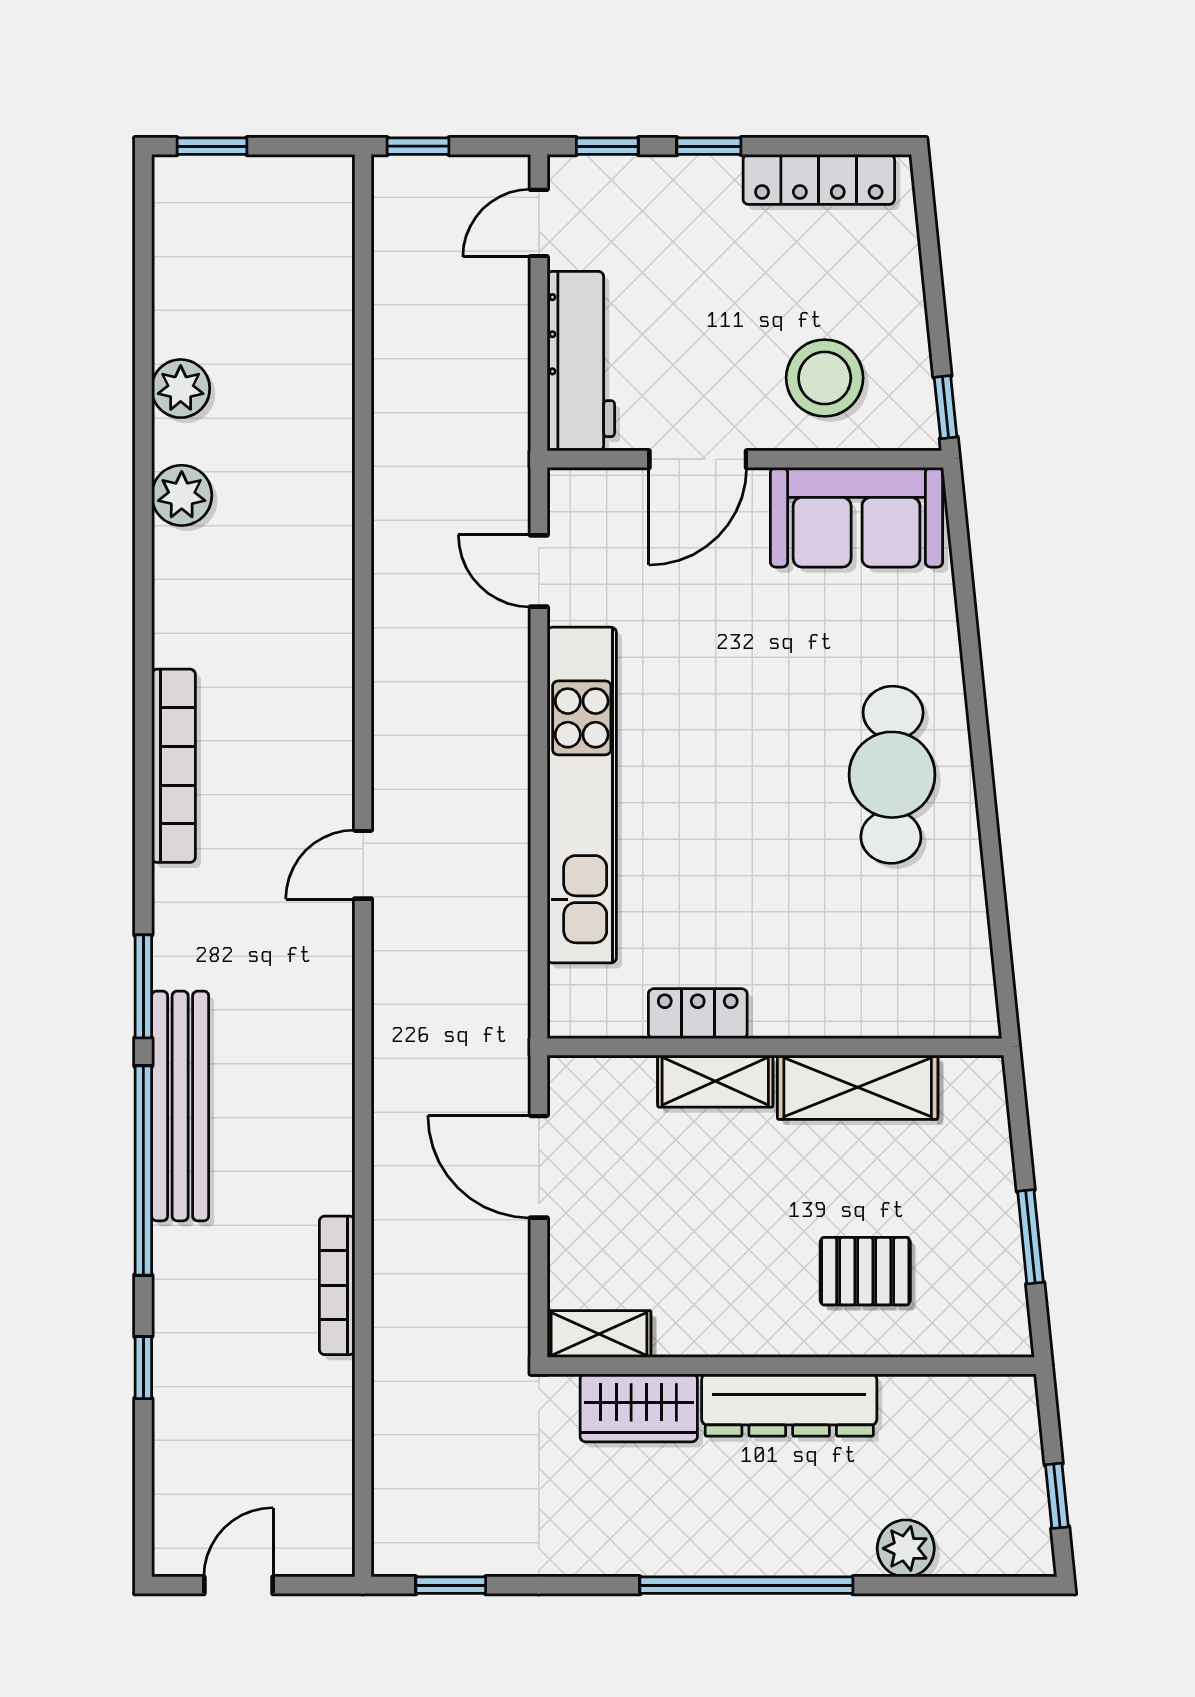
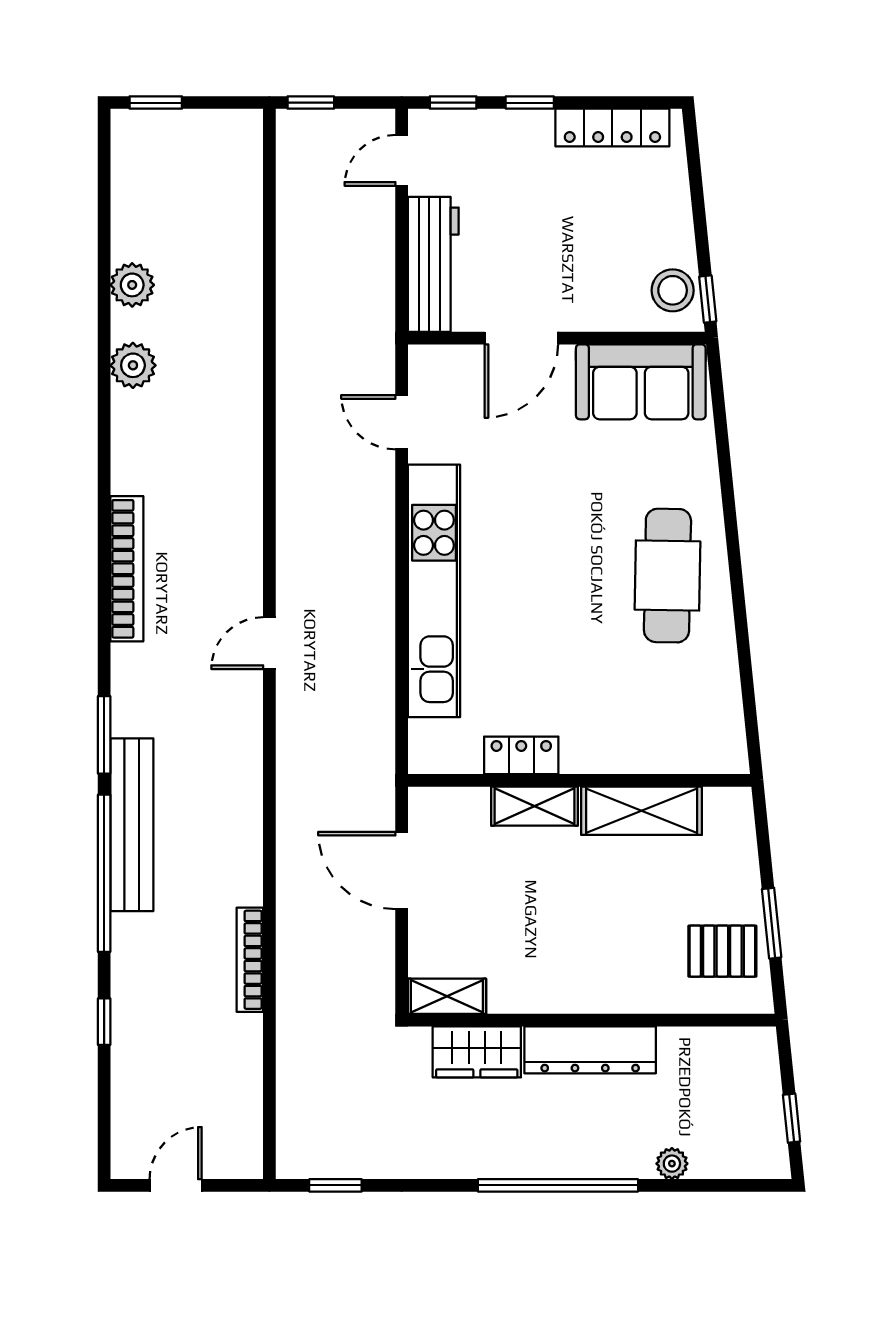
stool: (825, 378) -> (673, 290), moved, width x0.73, depth x0.73
pallet: (865, 1271) -> (722, 951), moved
plant: (906, 1548) -> (672, 1164), width x0.73, depth x0.73

